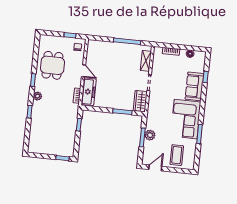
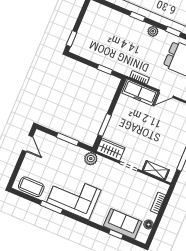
sofa: (194, 86) -> (123, 224), moved
plant: (150, 135) -> (91, 159), moved
coffee table: (177, 155) -> (31, 187), moved

